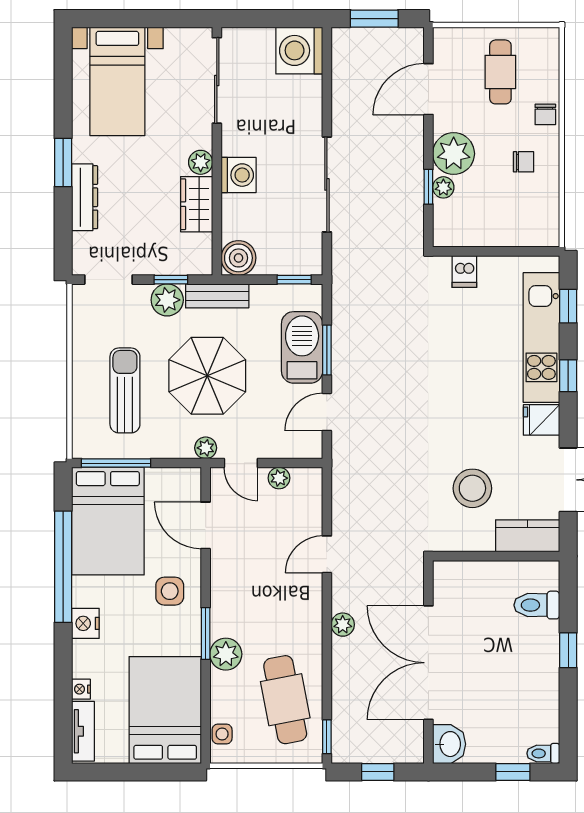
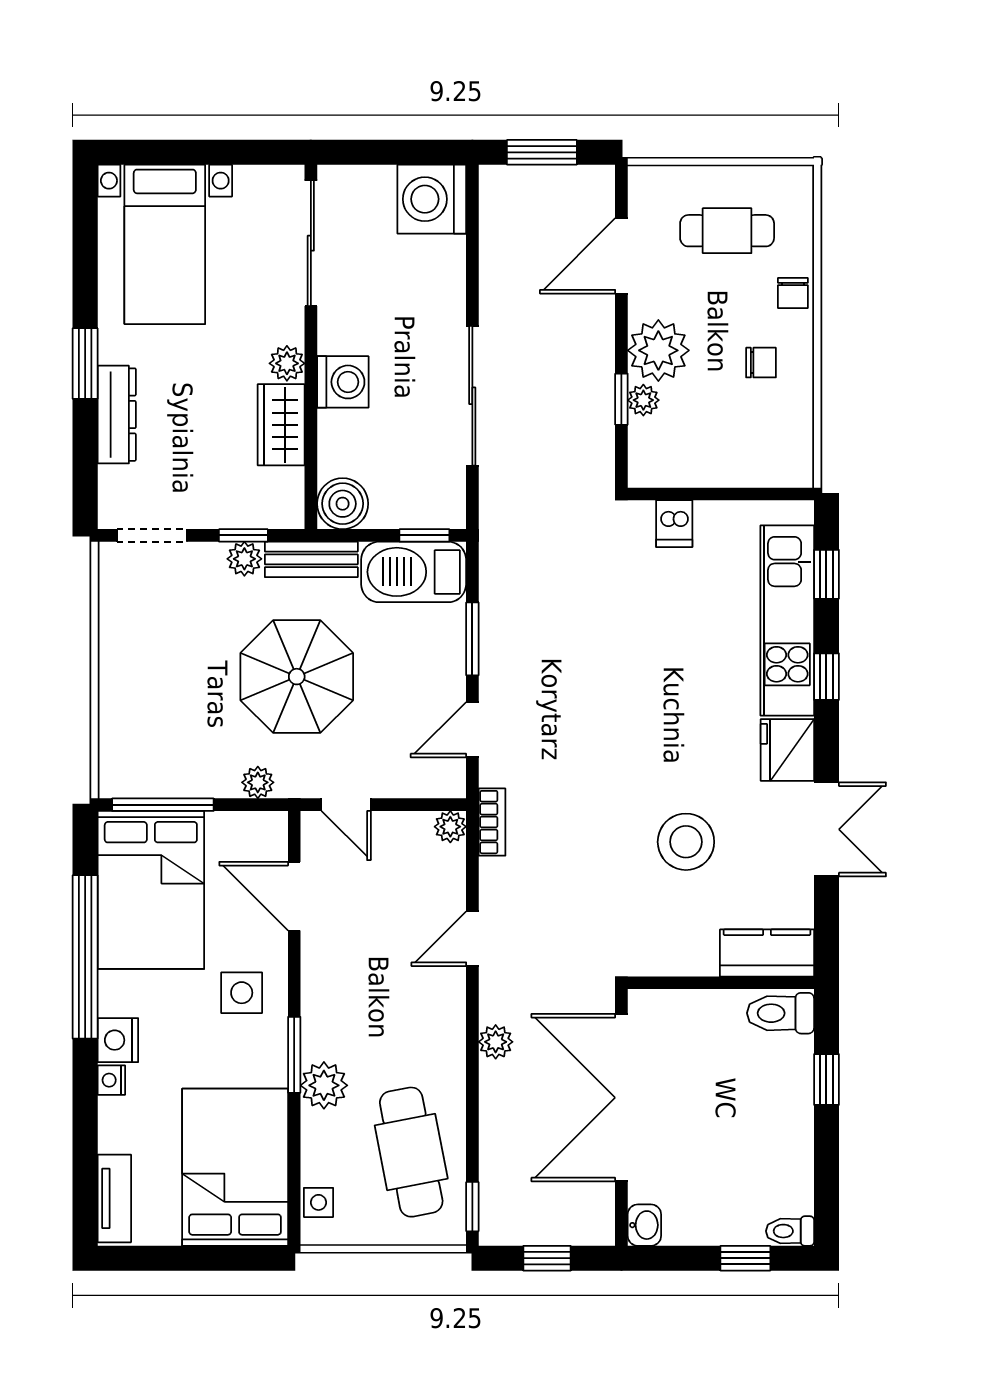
cafe table: (500, 72) -> (727, 231), turned 90
plant: (167, 300) -> (244, 559), width x0.73, depth x0.73
barbecue: (302, 347) -> (414, 572), moved, turned -90
sun lounger: (125, 390) -> (176, 698), removed
fridge: (542, 420) -> (787, 750), width x1.38
plant: (206, 448) -> (258, 782), moved
bookcase: (340, 475) -> (492, 822), added
plant: (279, 478) -> (450, 827), moved
kitchen counter: (528, 536) -> (767, 953), moved
wall: (496, 556) -> (721, 983), moved
nightstand: (81, 689) -> (111, 1080), moved
washbasin: (449, 744) -> (644, 1225), width x0.72, depth x0.69

